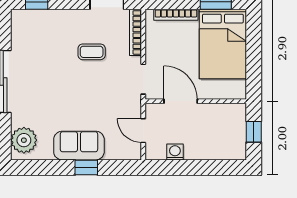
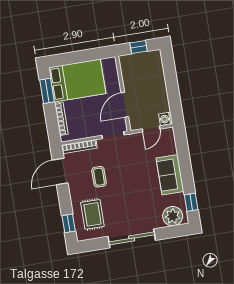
rug: (43, 35) -> (92, 214), added
washing machine: (175, 152) -> (166, 119), moved
window: (86, 168) -> (191, 202), moved

